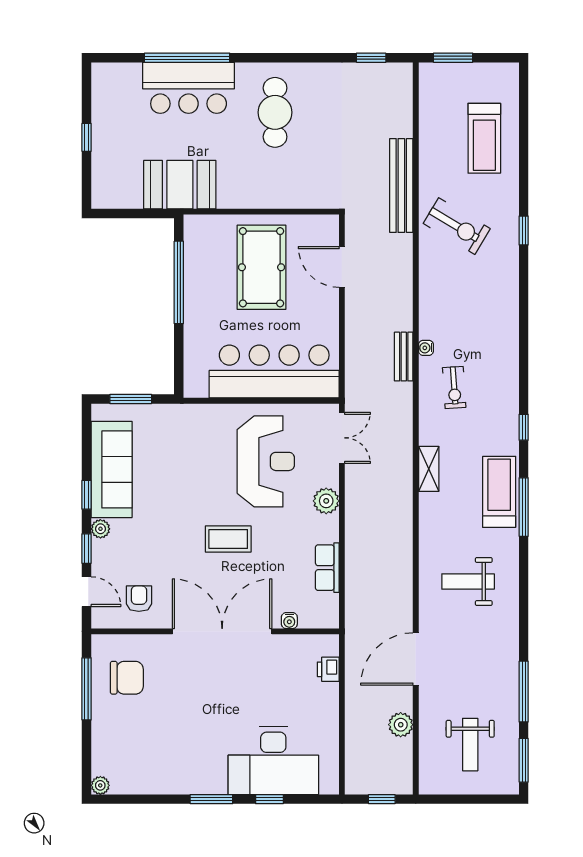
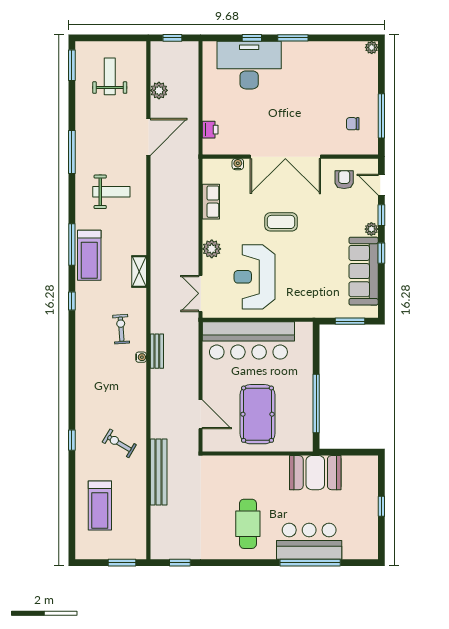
treadmill: (484, 138) -> (100, 506), turned 180
exercise bike: (457, 226) -> (119, 443), width x0.73, depth x0.72
armchair: (139, 599) -> (344, 180), turned 180
chair: (127, 678) -> (353, 124), width x0.54, depth x0.54
window: (524, 692) -> (72, 152), moved

